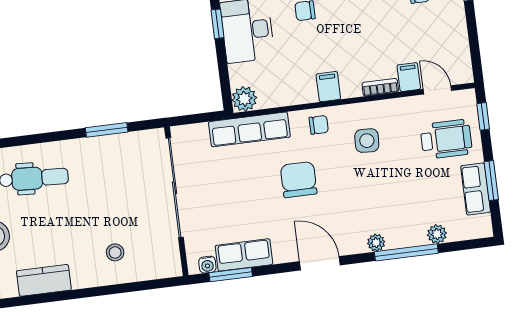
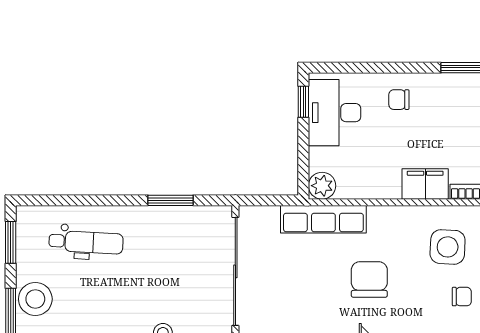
filing cabinet: (328, 87) -> (425, 184), width x2.00
chair: (319, 125) -> (462, 297), moved
side table: (367, 141) -> (448, 247), width x1.37, depth x1.37

